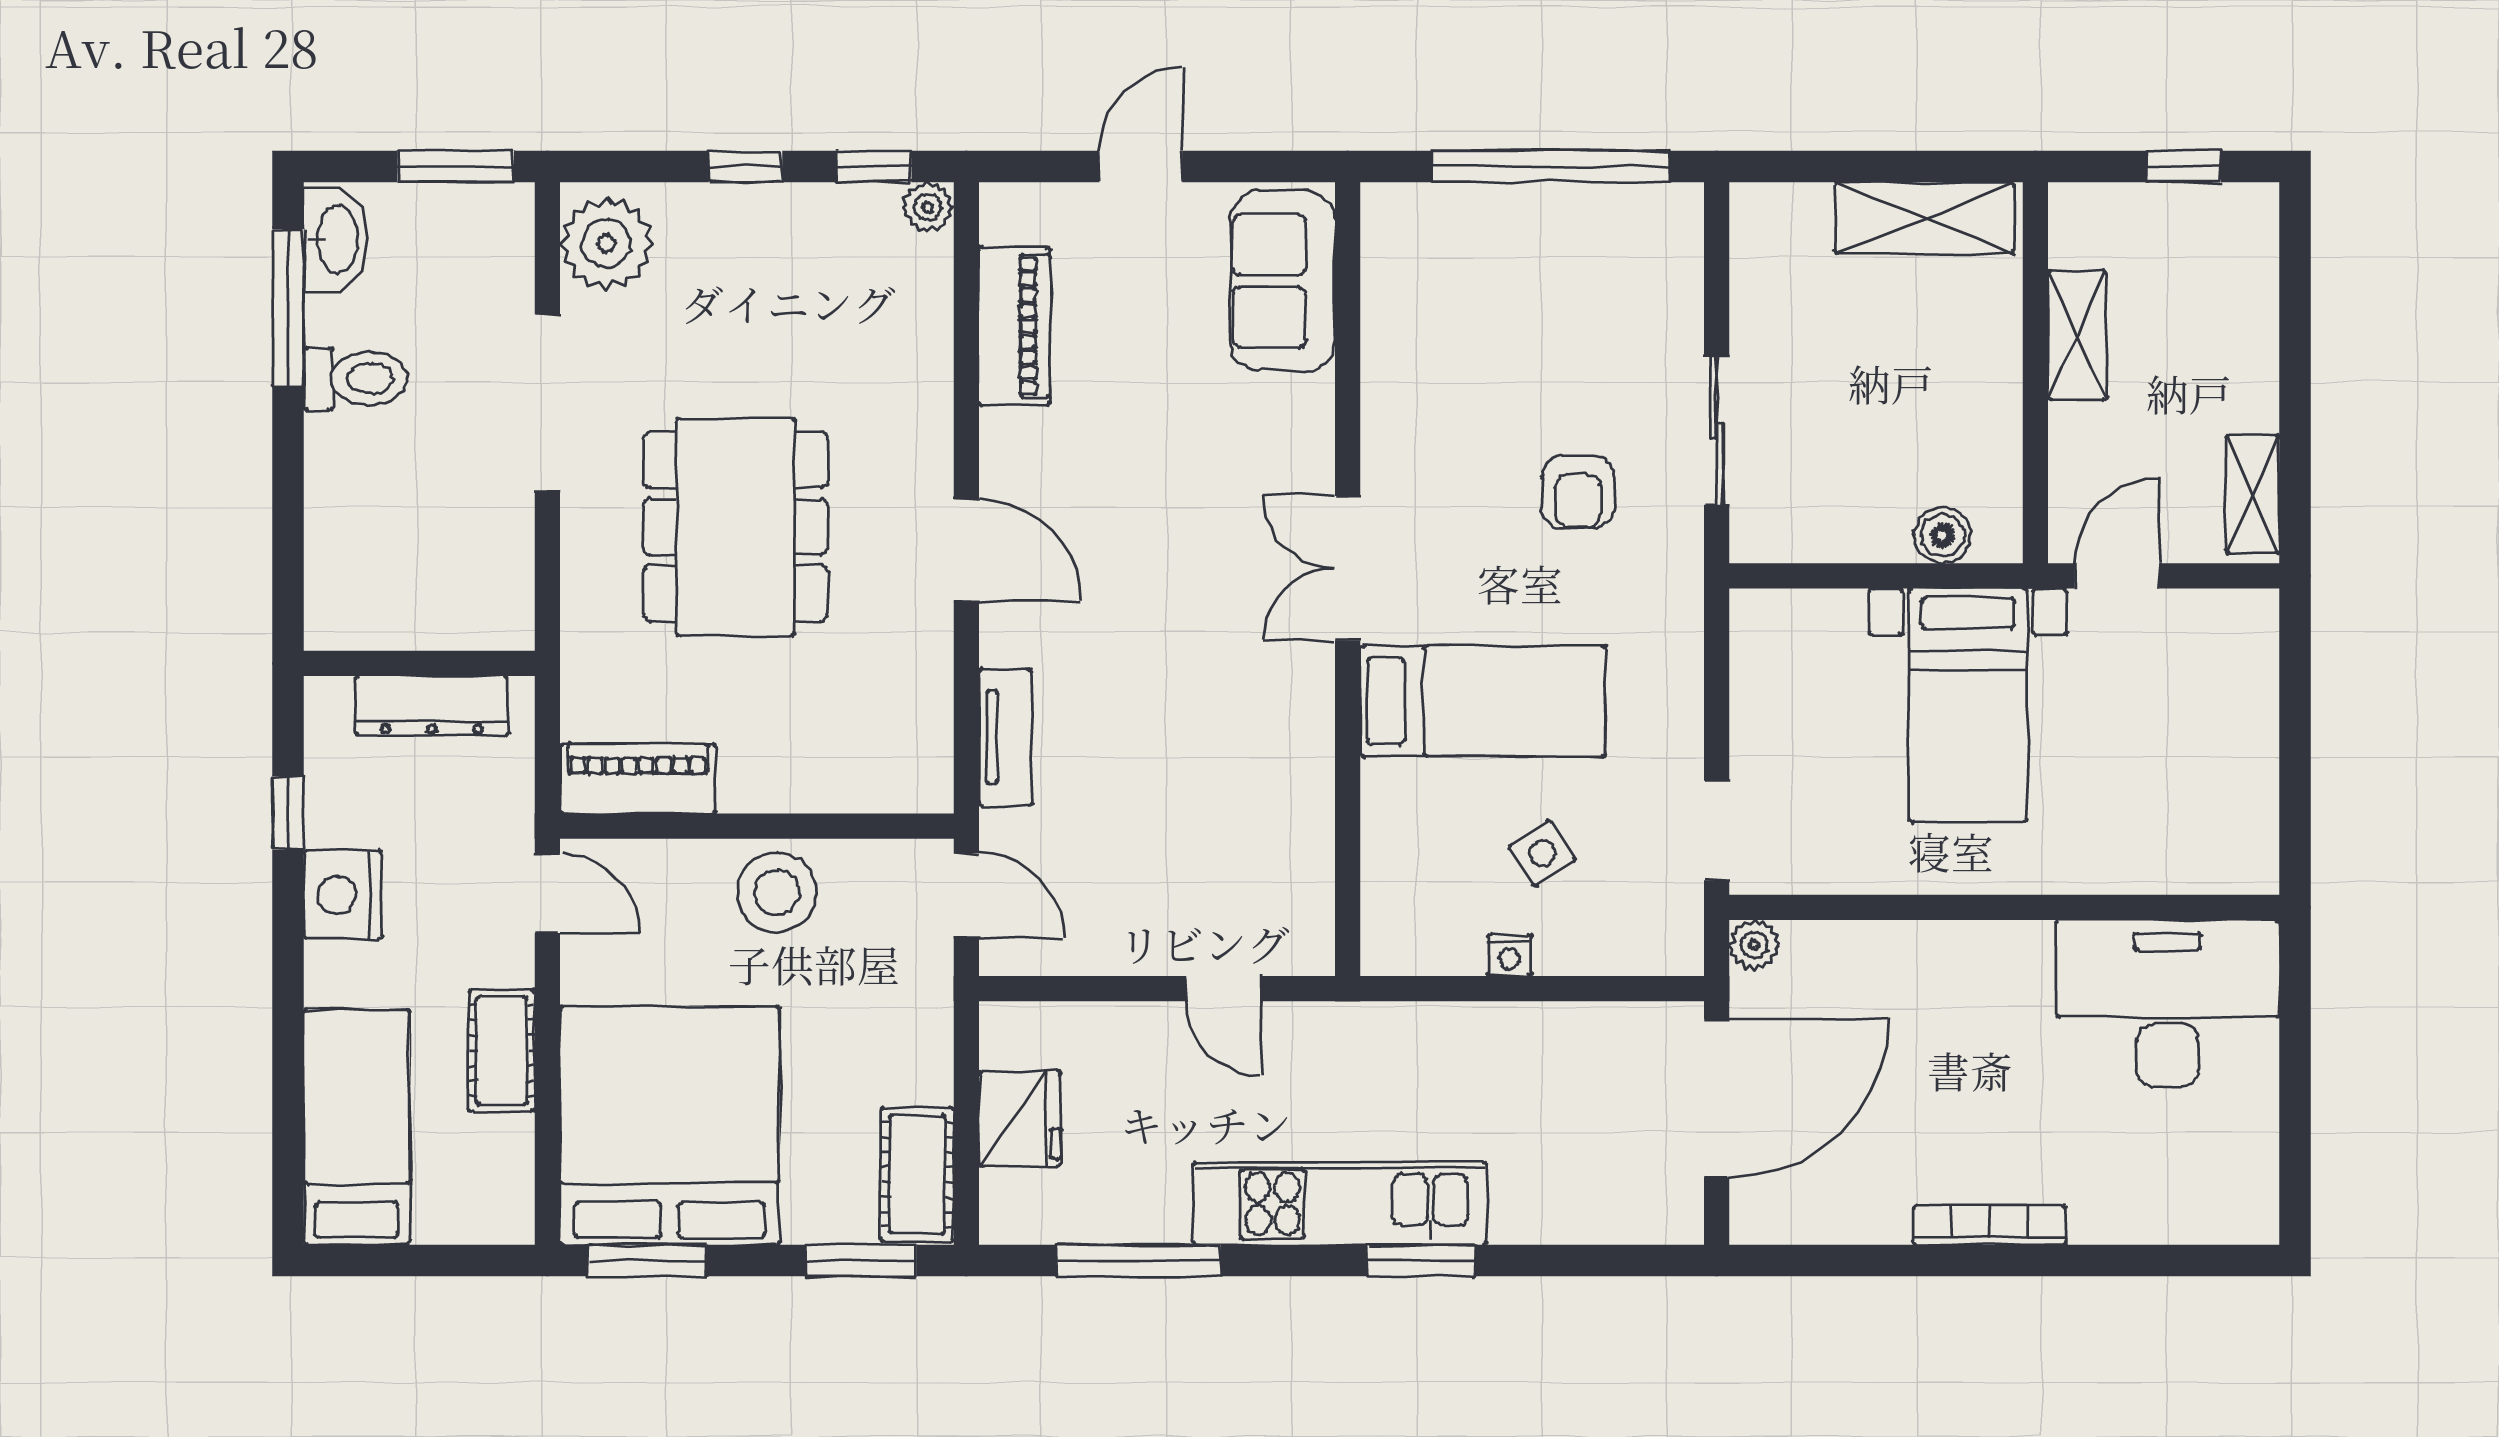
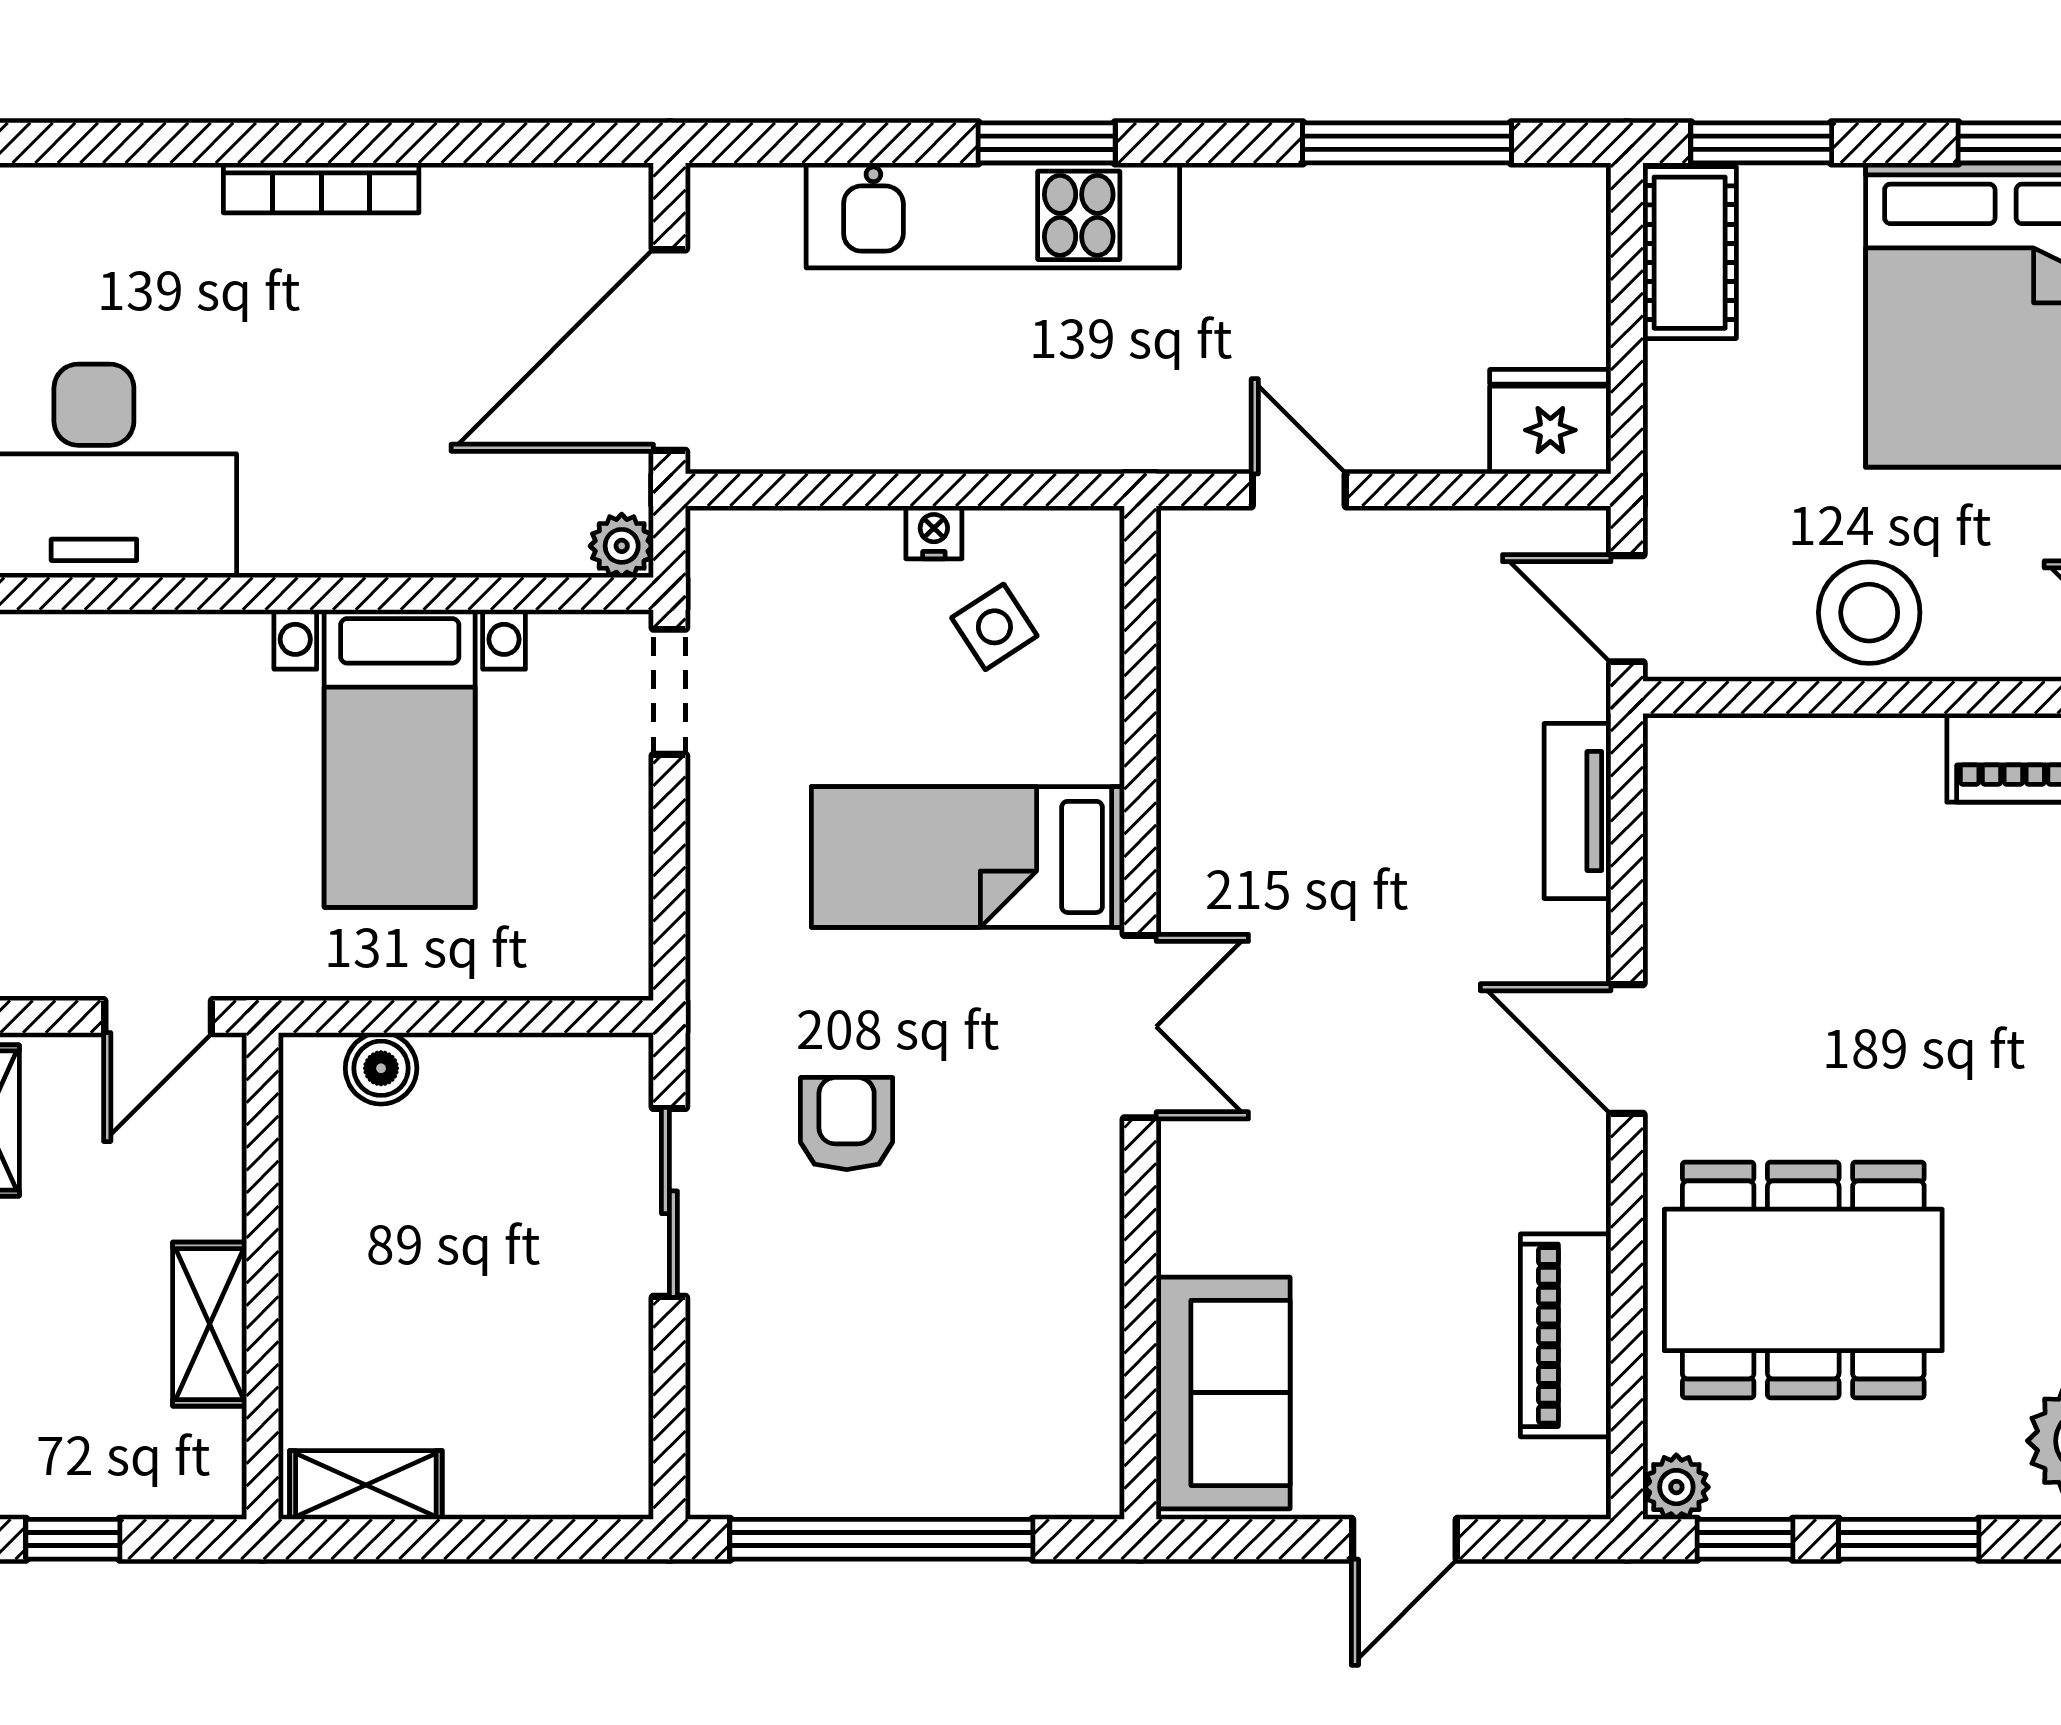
window: (745, 166) -> (1909, 1539), width x1.50
shelving: (1925, 218) -> (366, 1485), width x0.67, depth x0.75
dining table: (735, 527) -> (1803, 1280), moved, turned 90
bed with nightstands: (1968, 705) -> (400, 758), moved, turned 180
side table: (1542, 853) -> (994, 627), moved
fridge: (1020, 1119) -> (1550, 422), moved, turned 90
kitchen unit: (1340, 1204) -> (993, 215), moved

